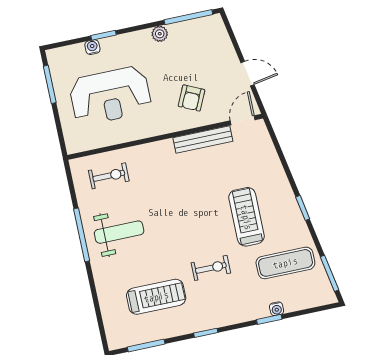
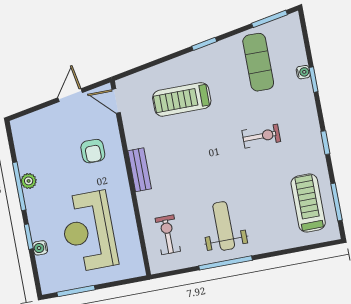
window: (188, 17) -> (19, 186), moved
reception desk: (110, 96) -> (89, 231), turned 180
armchair: (192, 98) -> (93, 151), turned 65
bench: (203, 140) -> (140, 170), moved, width x0.73
treadmill: (246, 217) -> (182, 99), moved
exercise bike: (211, 268) -> (261, 136), turned 90
treadmill: (156, 297) -> (308, 203), moved

